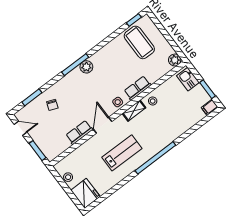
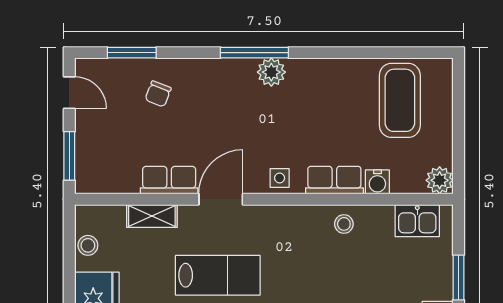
window: (134, 20) -> (421, 53), removed
water cooler: (153, 77) -> (377, 182), added
kitchen sink: (188, 79) -> (417, 221), moved, turned -90
shelving: (134, 111) -> (152, 216), moved

